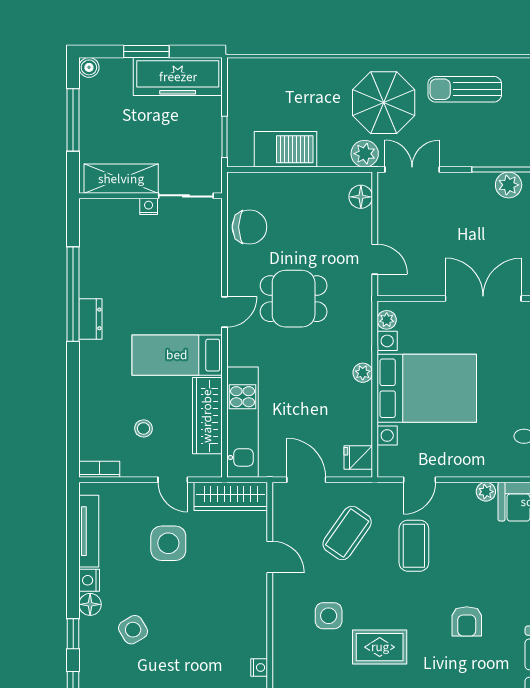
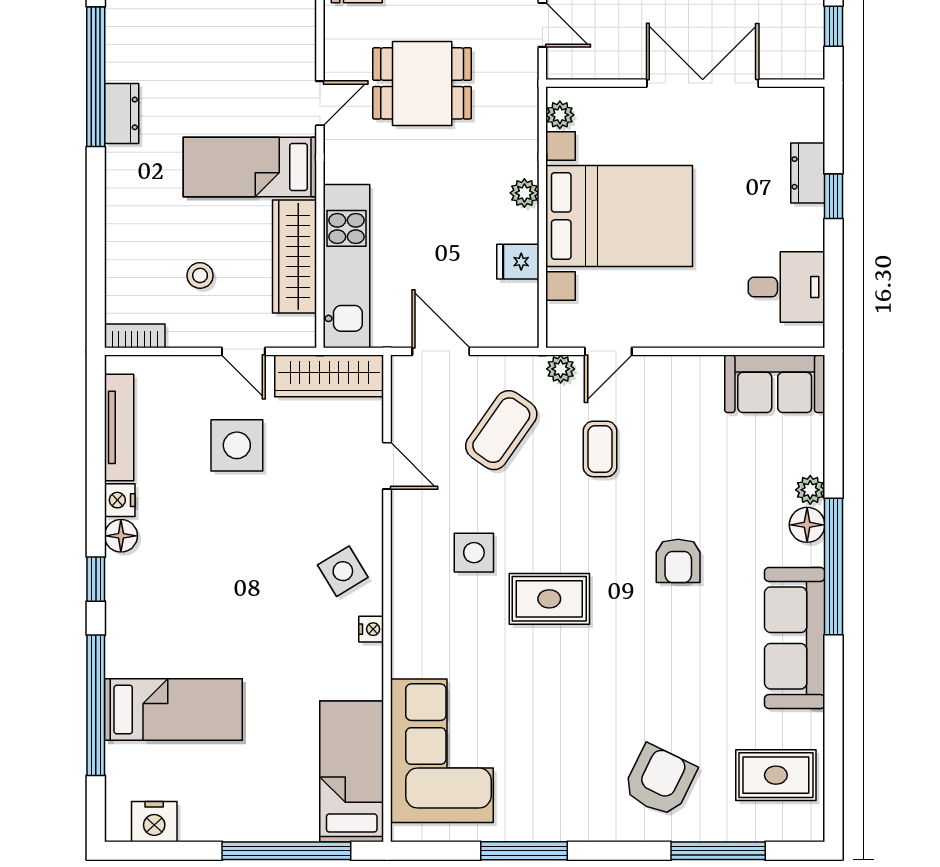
fridge: (358, 457) -> (518, 262), moved
plant: (486, 492) -> (561, 369), moved
coffee table: (414, 546) -> (600, 449), width x0.73, depth x0.77
side table: (133, 630) -> (343, 571), moved

